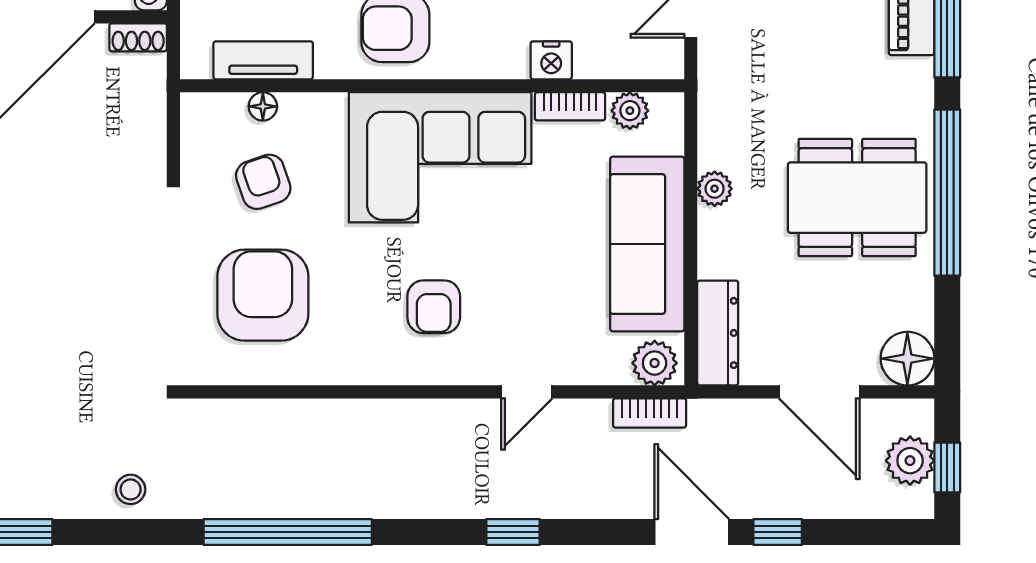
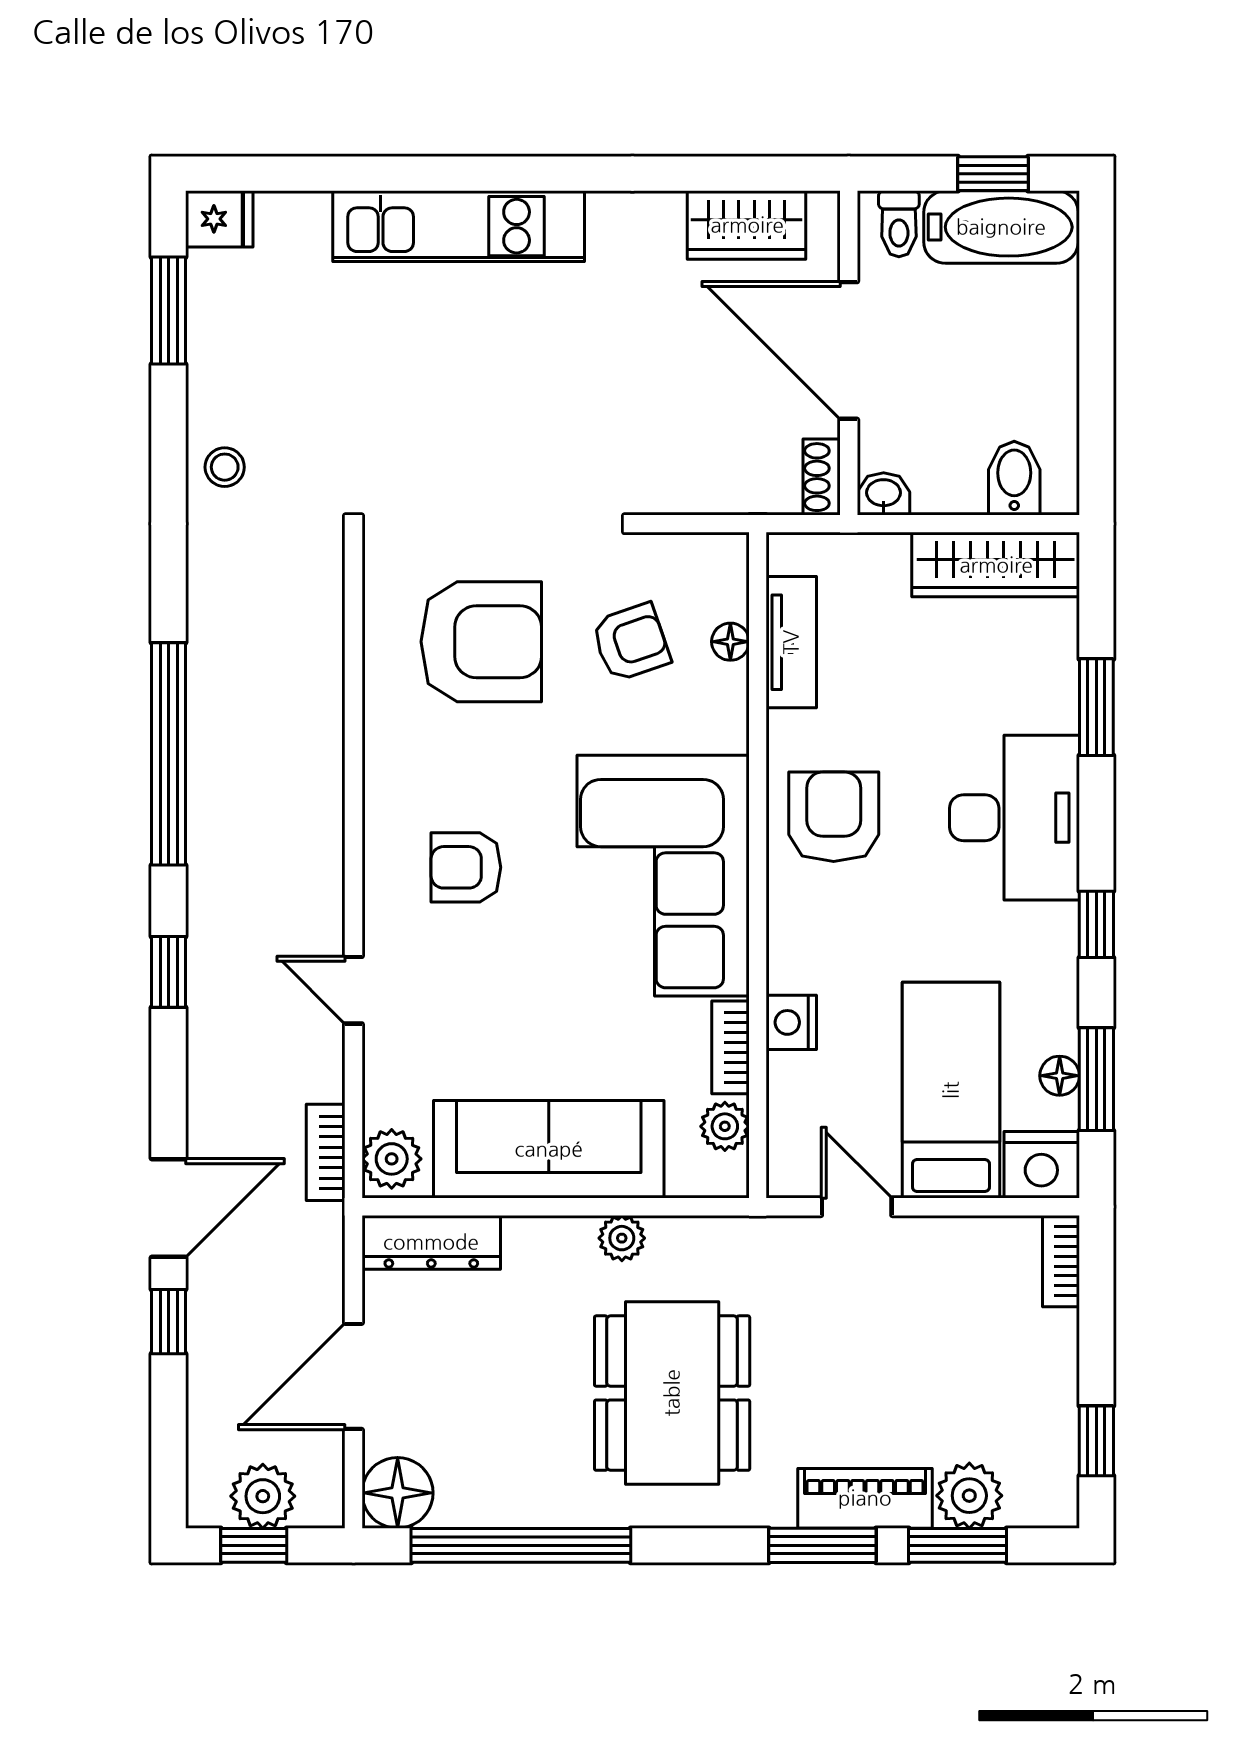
window: (947, 193) -> (521, 1545), moved
dining table: (857, 198) -> (672, 1393), moved
window: (288, 532) -> (169, 754), moved

